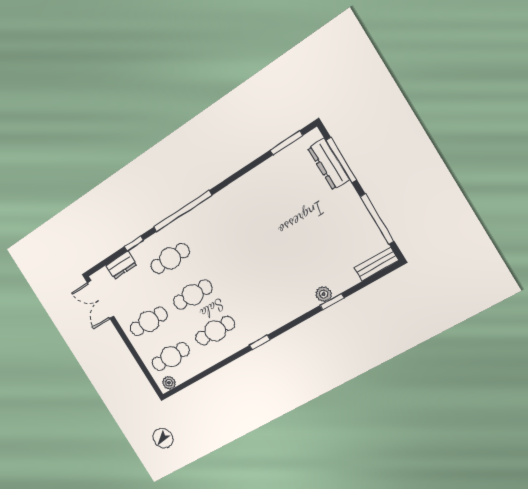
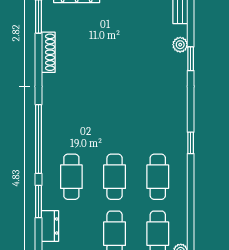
shoe rack: (260, 172) -> (48, 52), added
window: (134, 243) -> (39, 202), width x1.50
plant: (324, 294) -> (180, 45), moved

